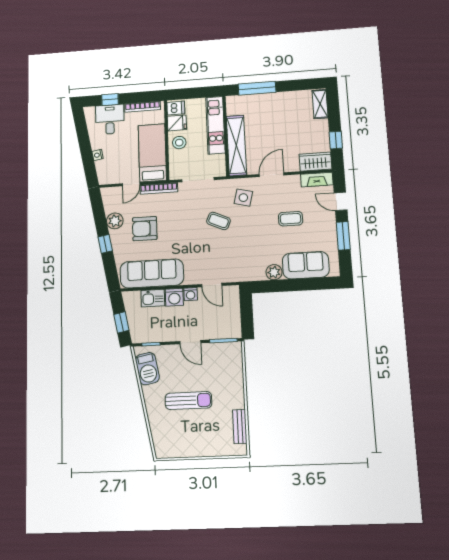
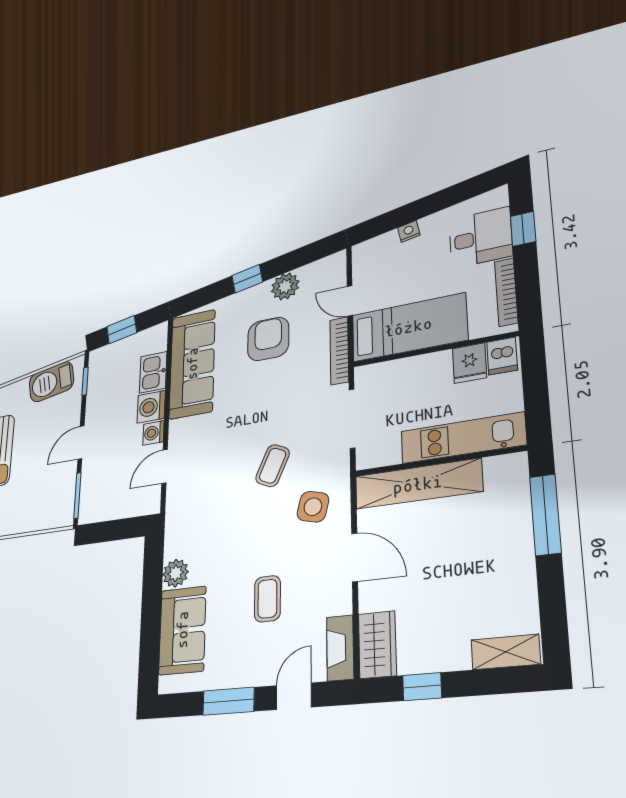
stool: (179, 143) -> (428, 374), removed

